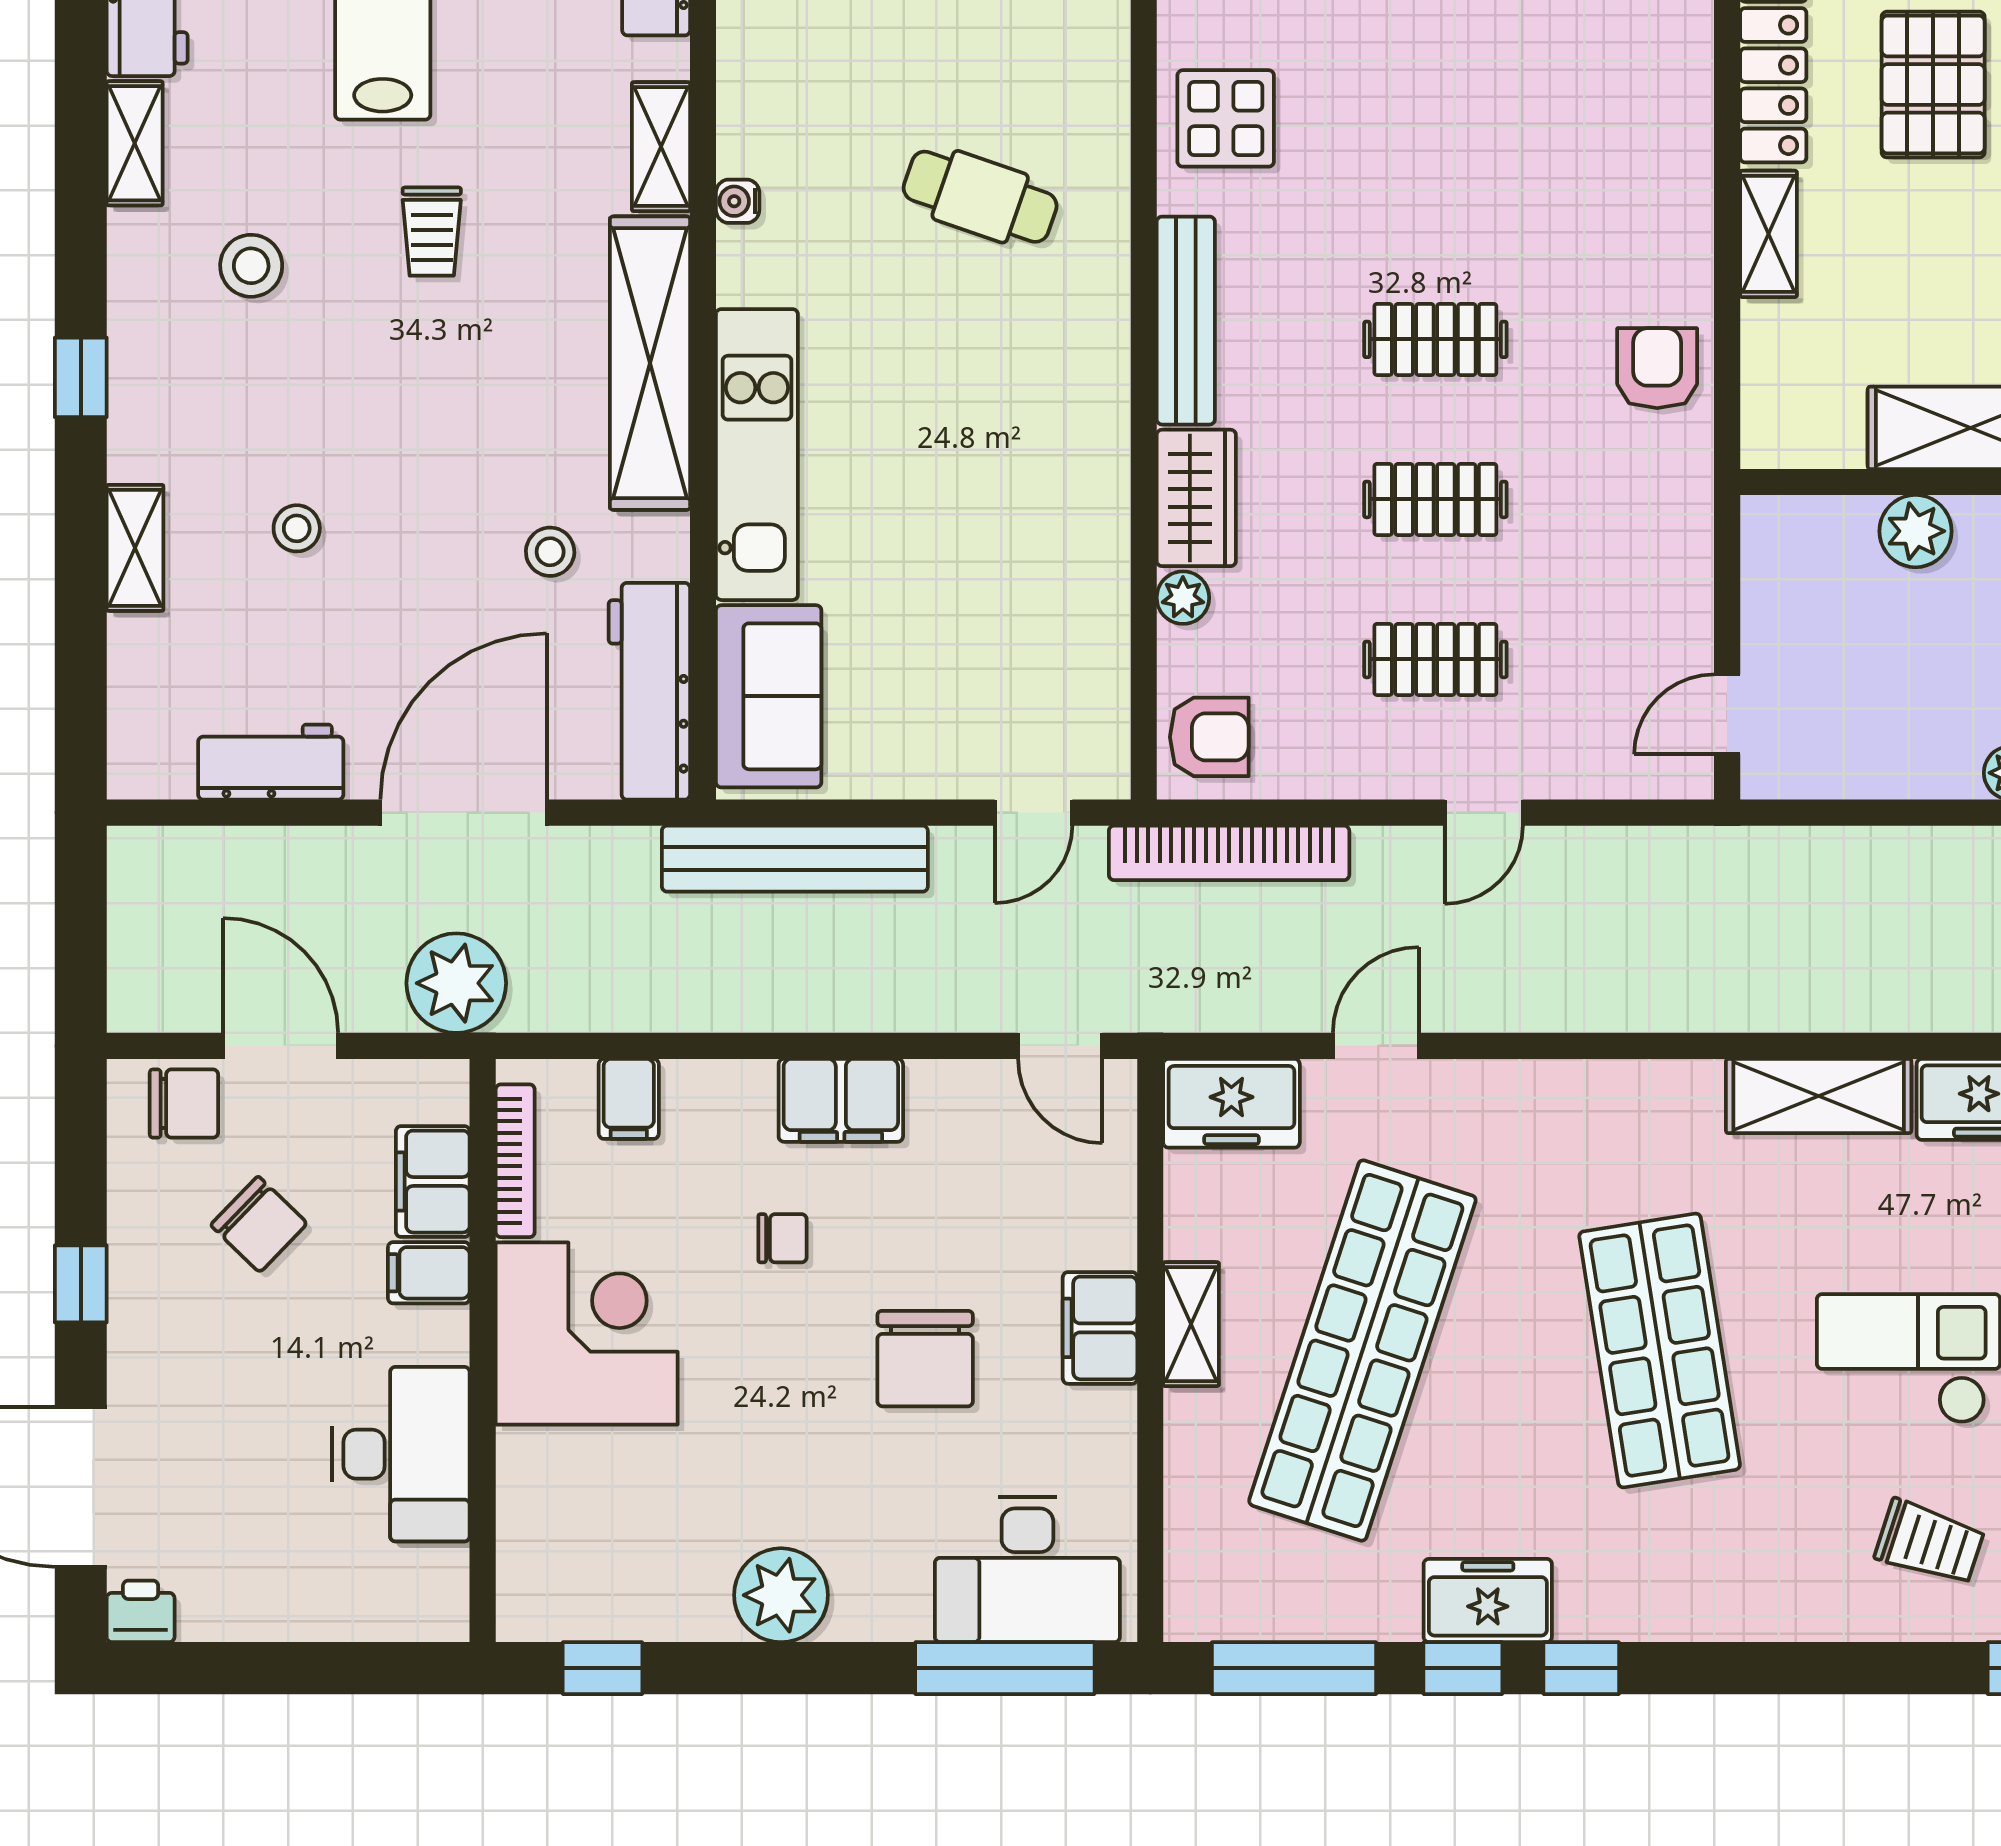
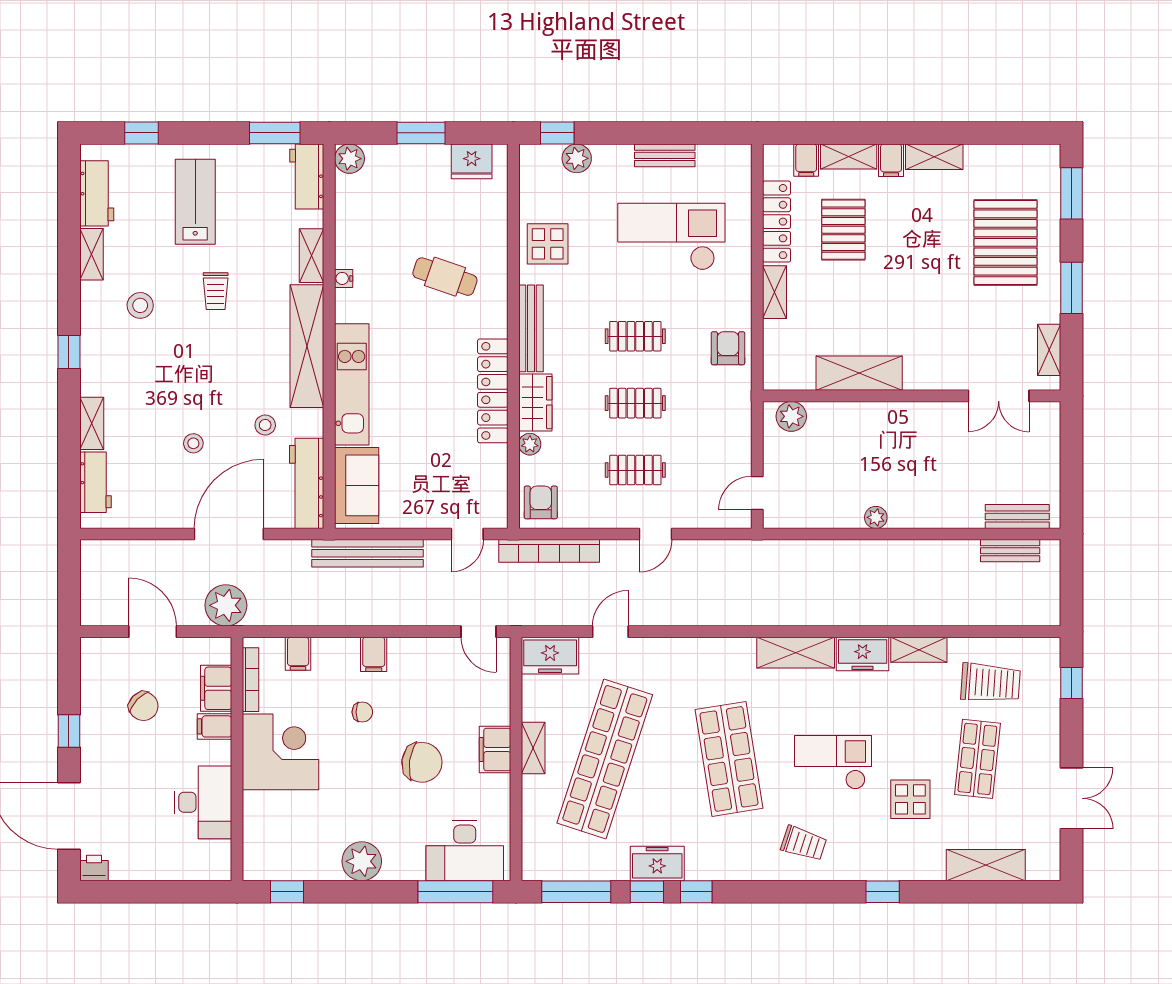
checkout: (1522, 101) -> (671, 237), added
locker: (1095, 470) -> (493, 391), added
stool: (297, 528) -> (193, 443), moved
plant: (1915, 531) -> (791, 416), moved
armchair: (1209, 737) -> (541, 502), turned -90
workbench: (271, 762) -> (95, 482), moved, turned 90
filing cabinet: (841, 1100) -> (374, 654), width x0.50
chair: (184, 1104) -> (112, 656), removed
chair: (925, 1359) -> (422, 762), turned -82
trolley: (1930, 1543) -> (804, 843), moved

